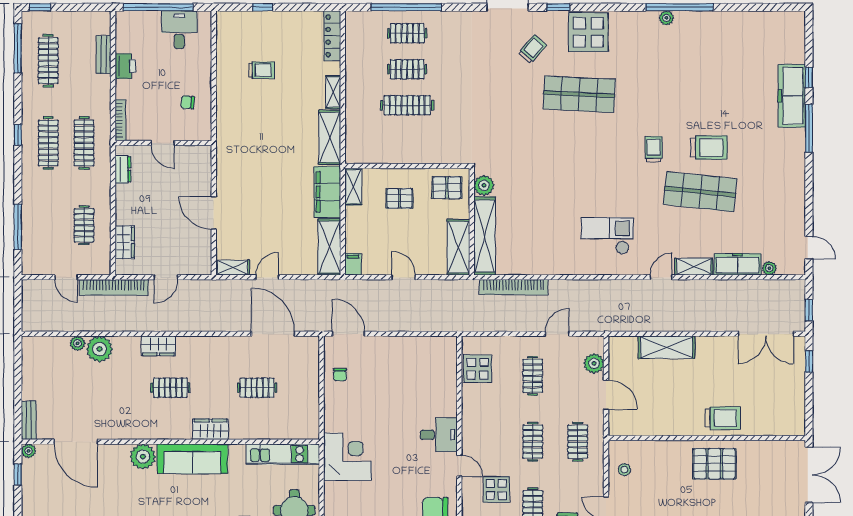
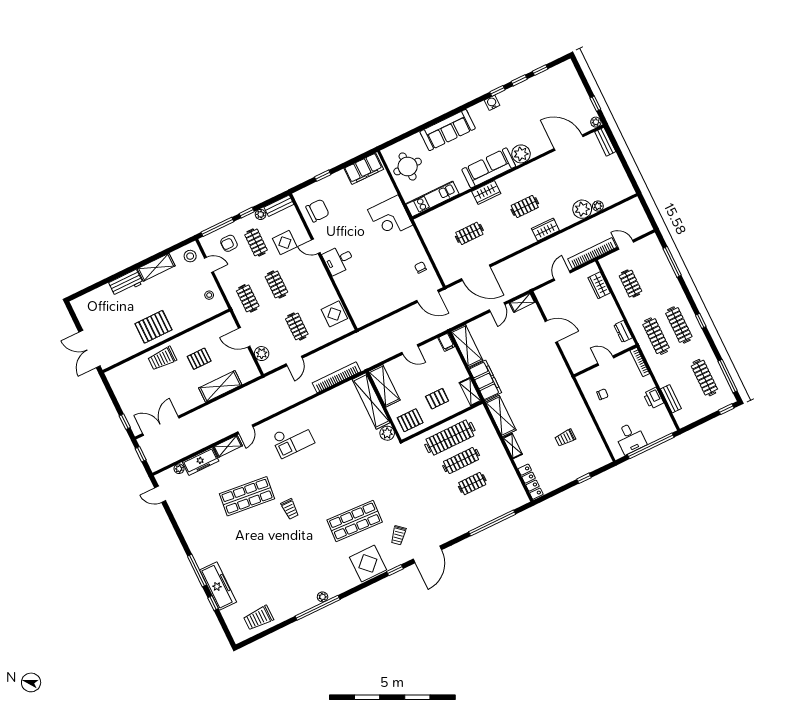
clothes rail: (407, 33) -> (450, 438), moved, width x1.86, depth x1.31
trolley: (709, 148) -> (258, 618), moved
pallet: (676, 395) -> (199, 359), added

